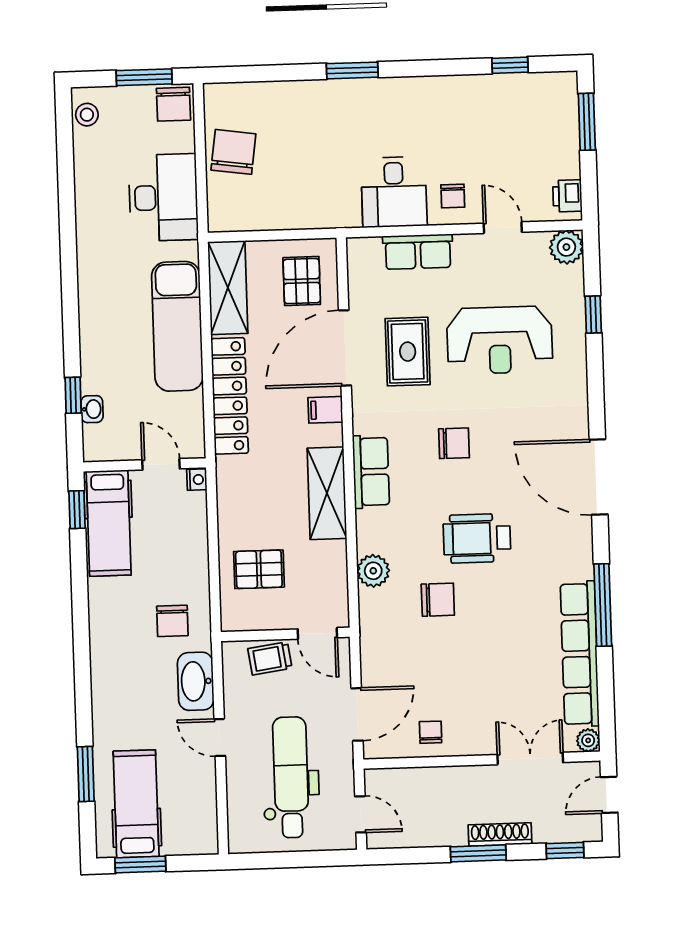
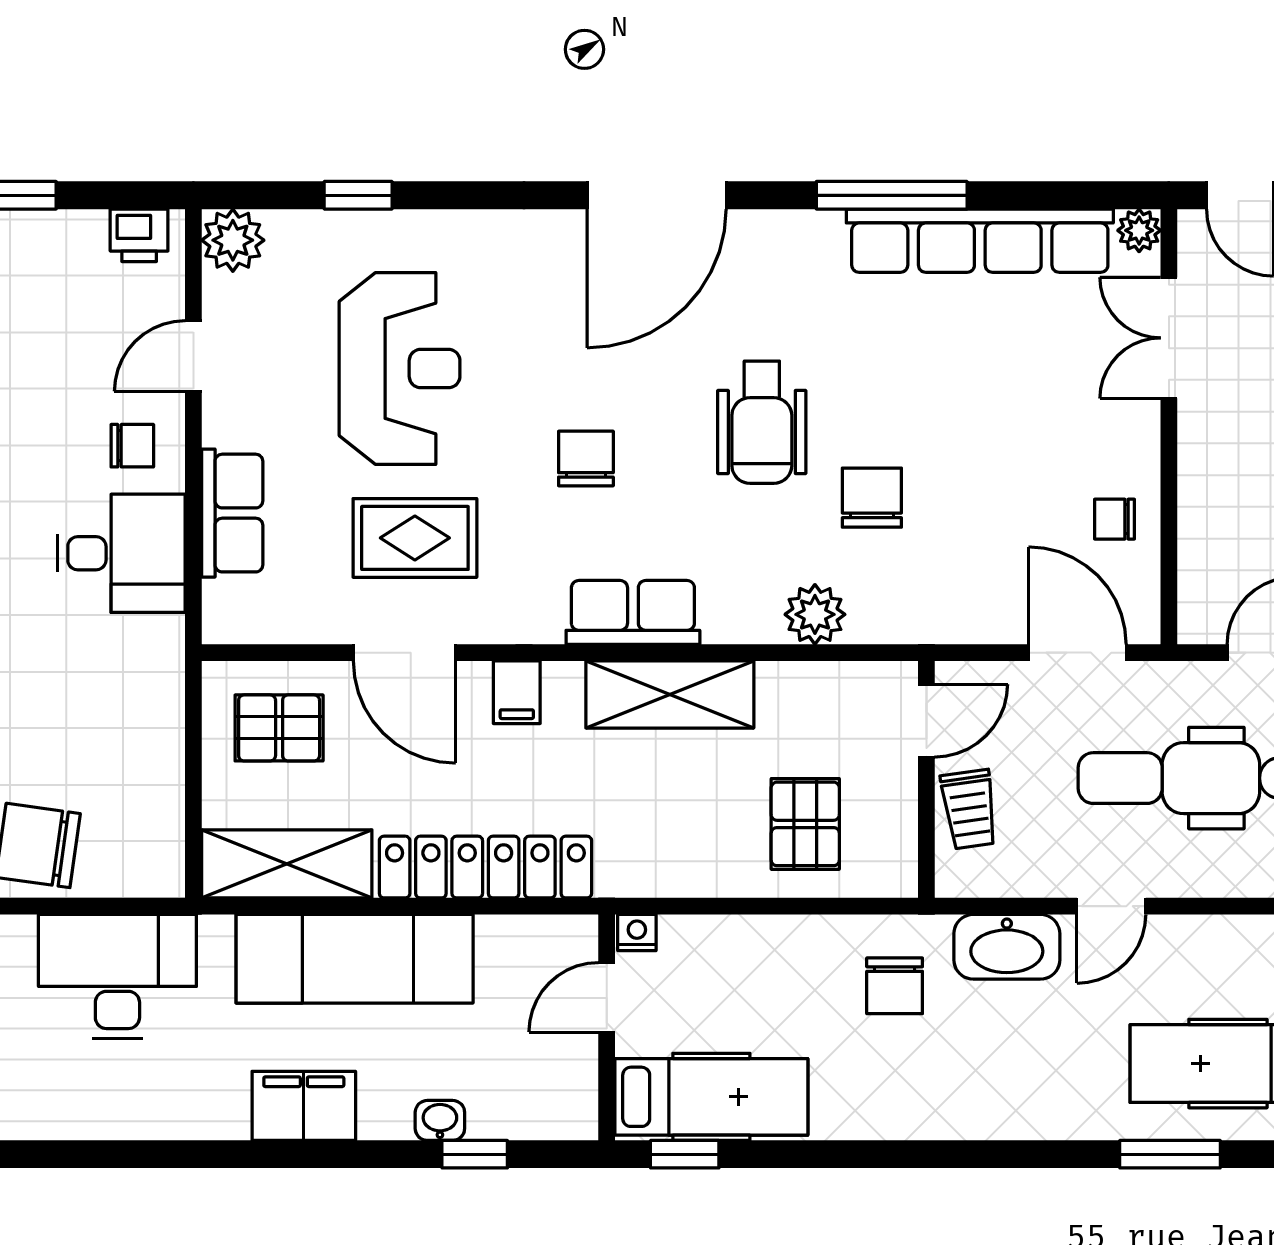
filing cabinet: (96, 301) -> (304, 1106), added
door: (345, 348) -> (404, 653), width x0.73
washbasin: (92, 409) -> (440, 1120), moved
chair: (172, 621) -> (895, 986), turned 90

